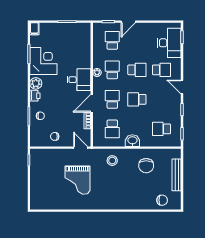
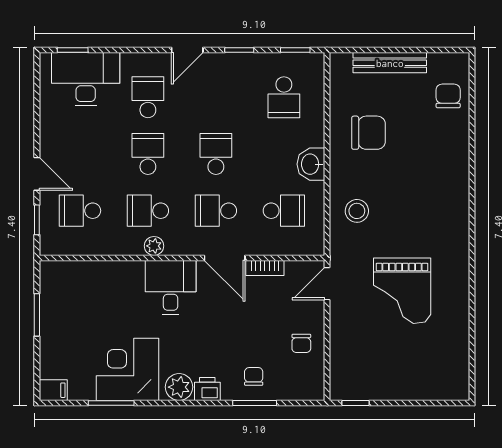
school desk: (137, 99) -> (216, 154), turned 180
grand piano: (78, 180) -> (402, 291), turned 90

